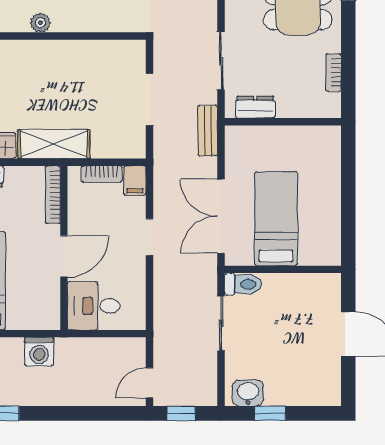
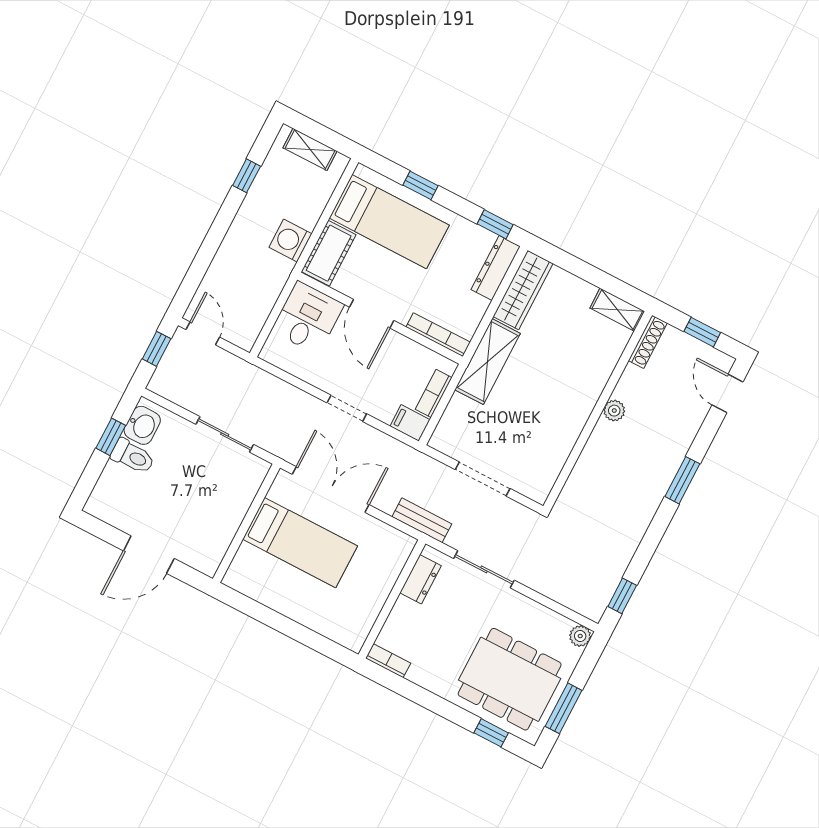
bookcase: (334, 73) -> (388, 661), moved
toilet: (243, 284) -> (133, 456), moved, turned -90
cot: (33, 316) -> (329, 253), added

